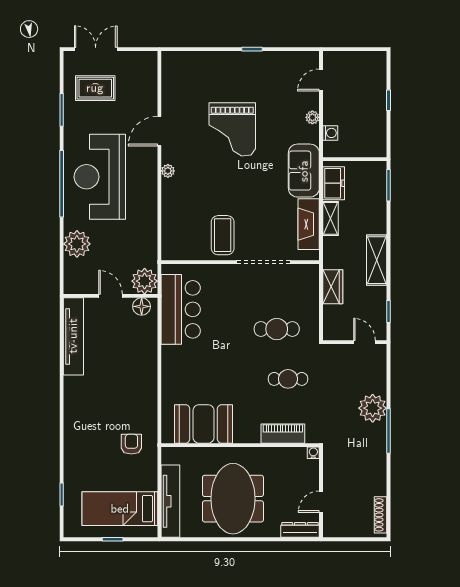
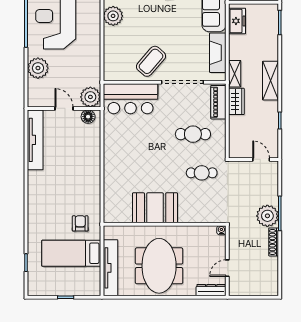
plant: (168, 171) -> (113, 16), width x1.88, depth x1.88
shelving: (331, 218) -> (235, 74), moved
coffee table: (223, 235) -> (151, 61), turned 41
bar counter: (181, 309) -> (130, 99), moved, turned 90
wall: (355, 342) -> (254, 159), moved
door: (364, 342) -> (261, 159), moved
plant: (373, 408) -> (267, 216), moved
booth: (204, 424) -> (155, 208), moved
piano: (283, 434) -> (218, 102), moved, turned -90
bed: (120, 509) -> (71, 253), moved
shoe rack: (381, 515) -> (274, 242), moved

